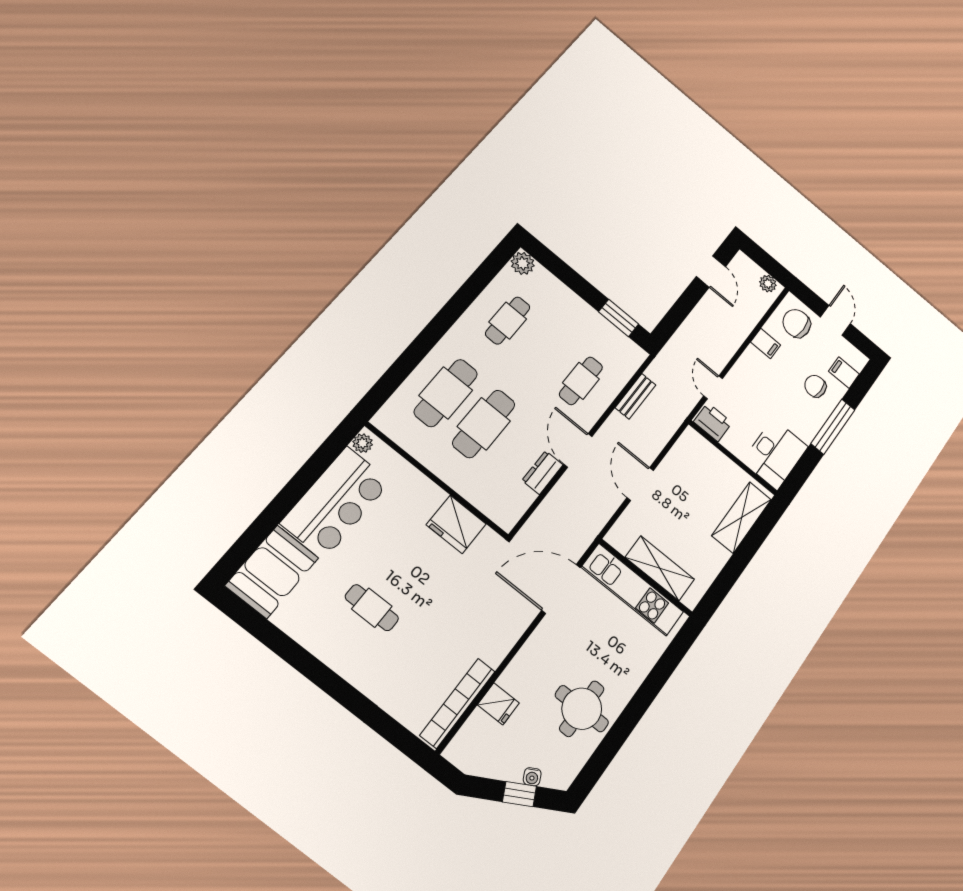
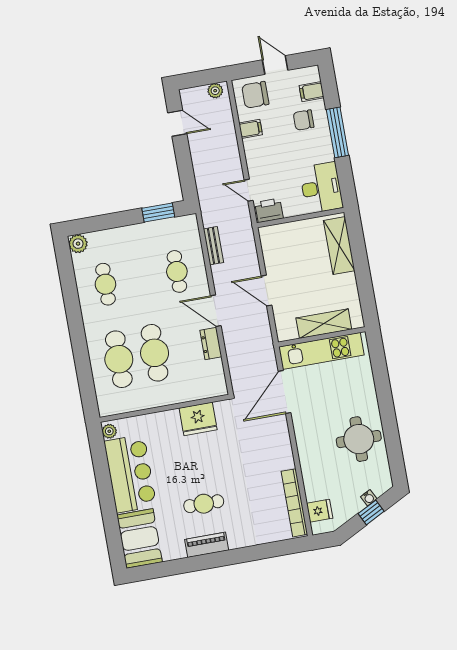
piano: (329, 650) -> (207, 545), added
fridge: (498, 704) -> (320, 511), moved

